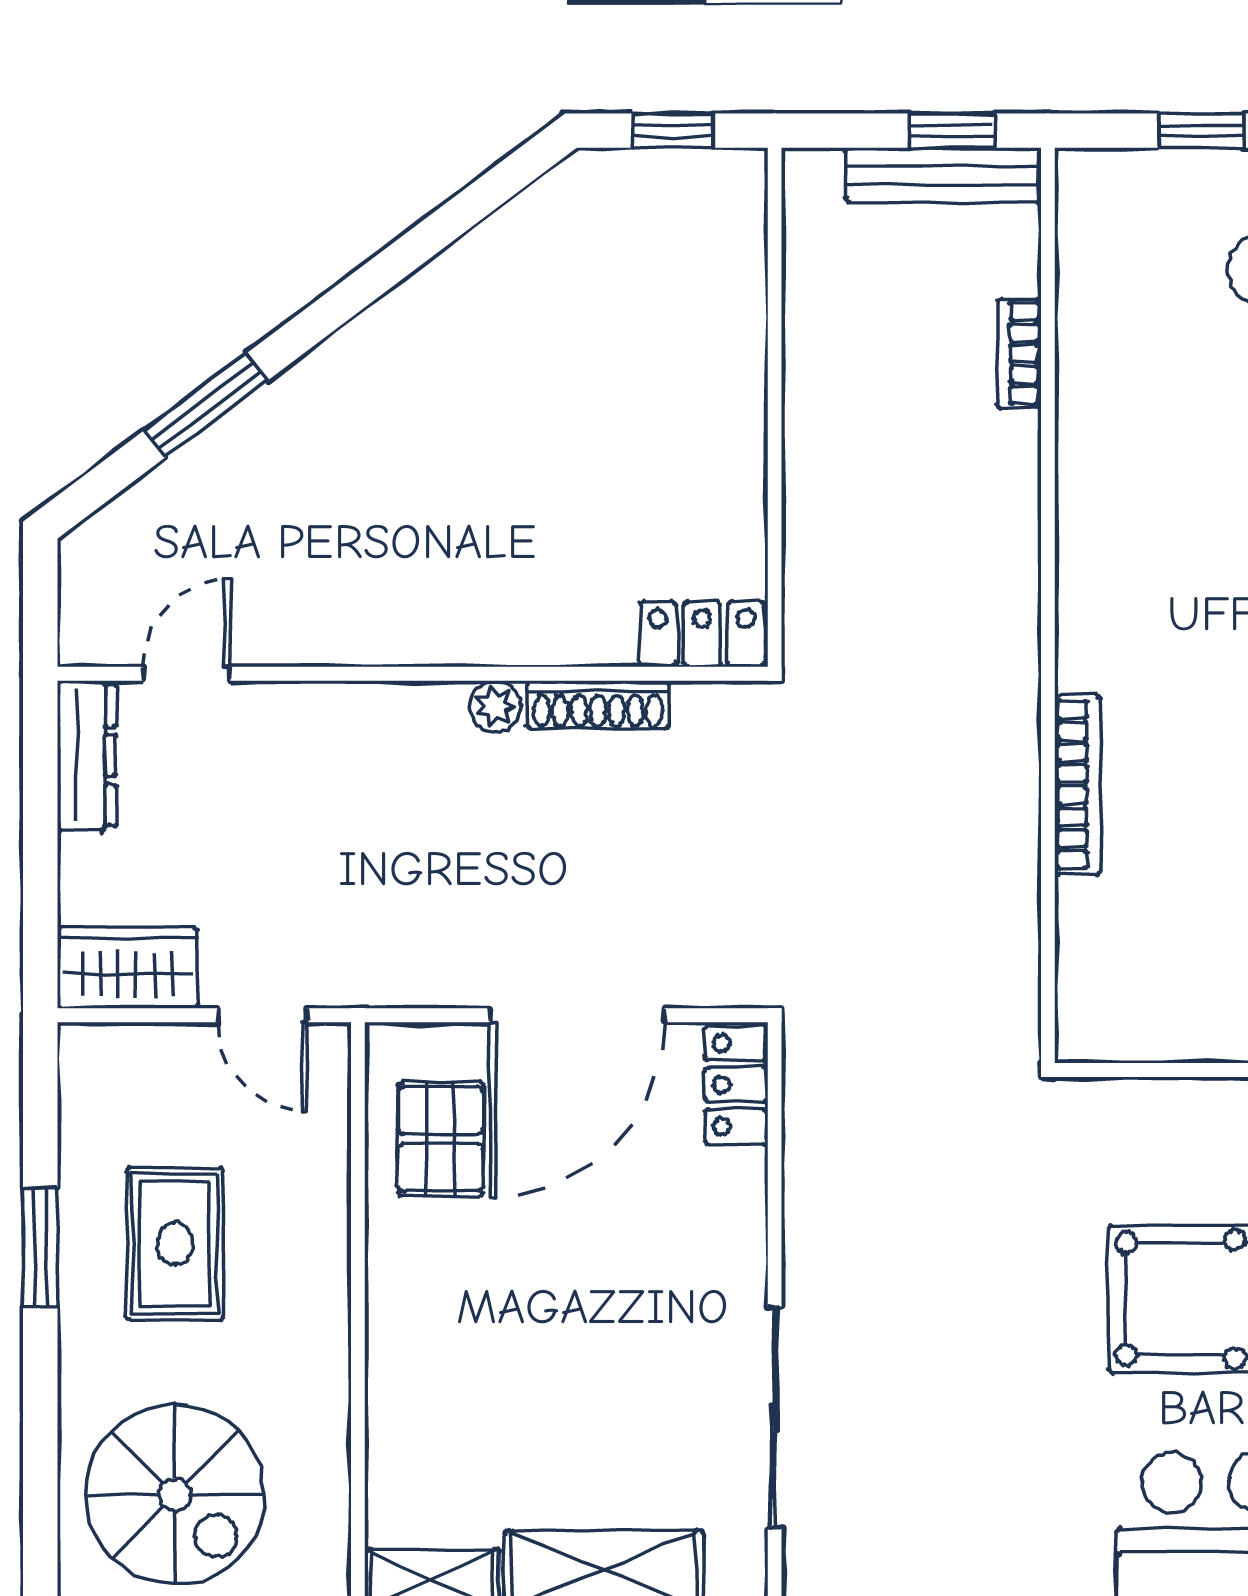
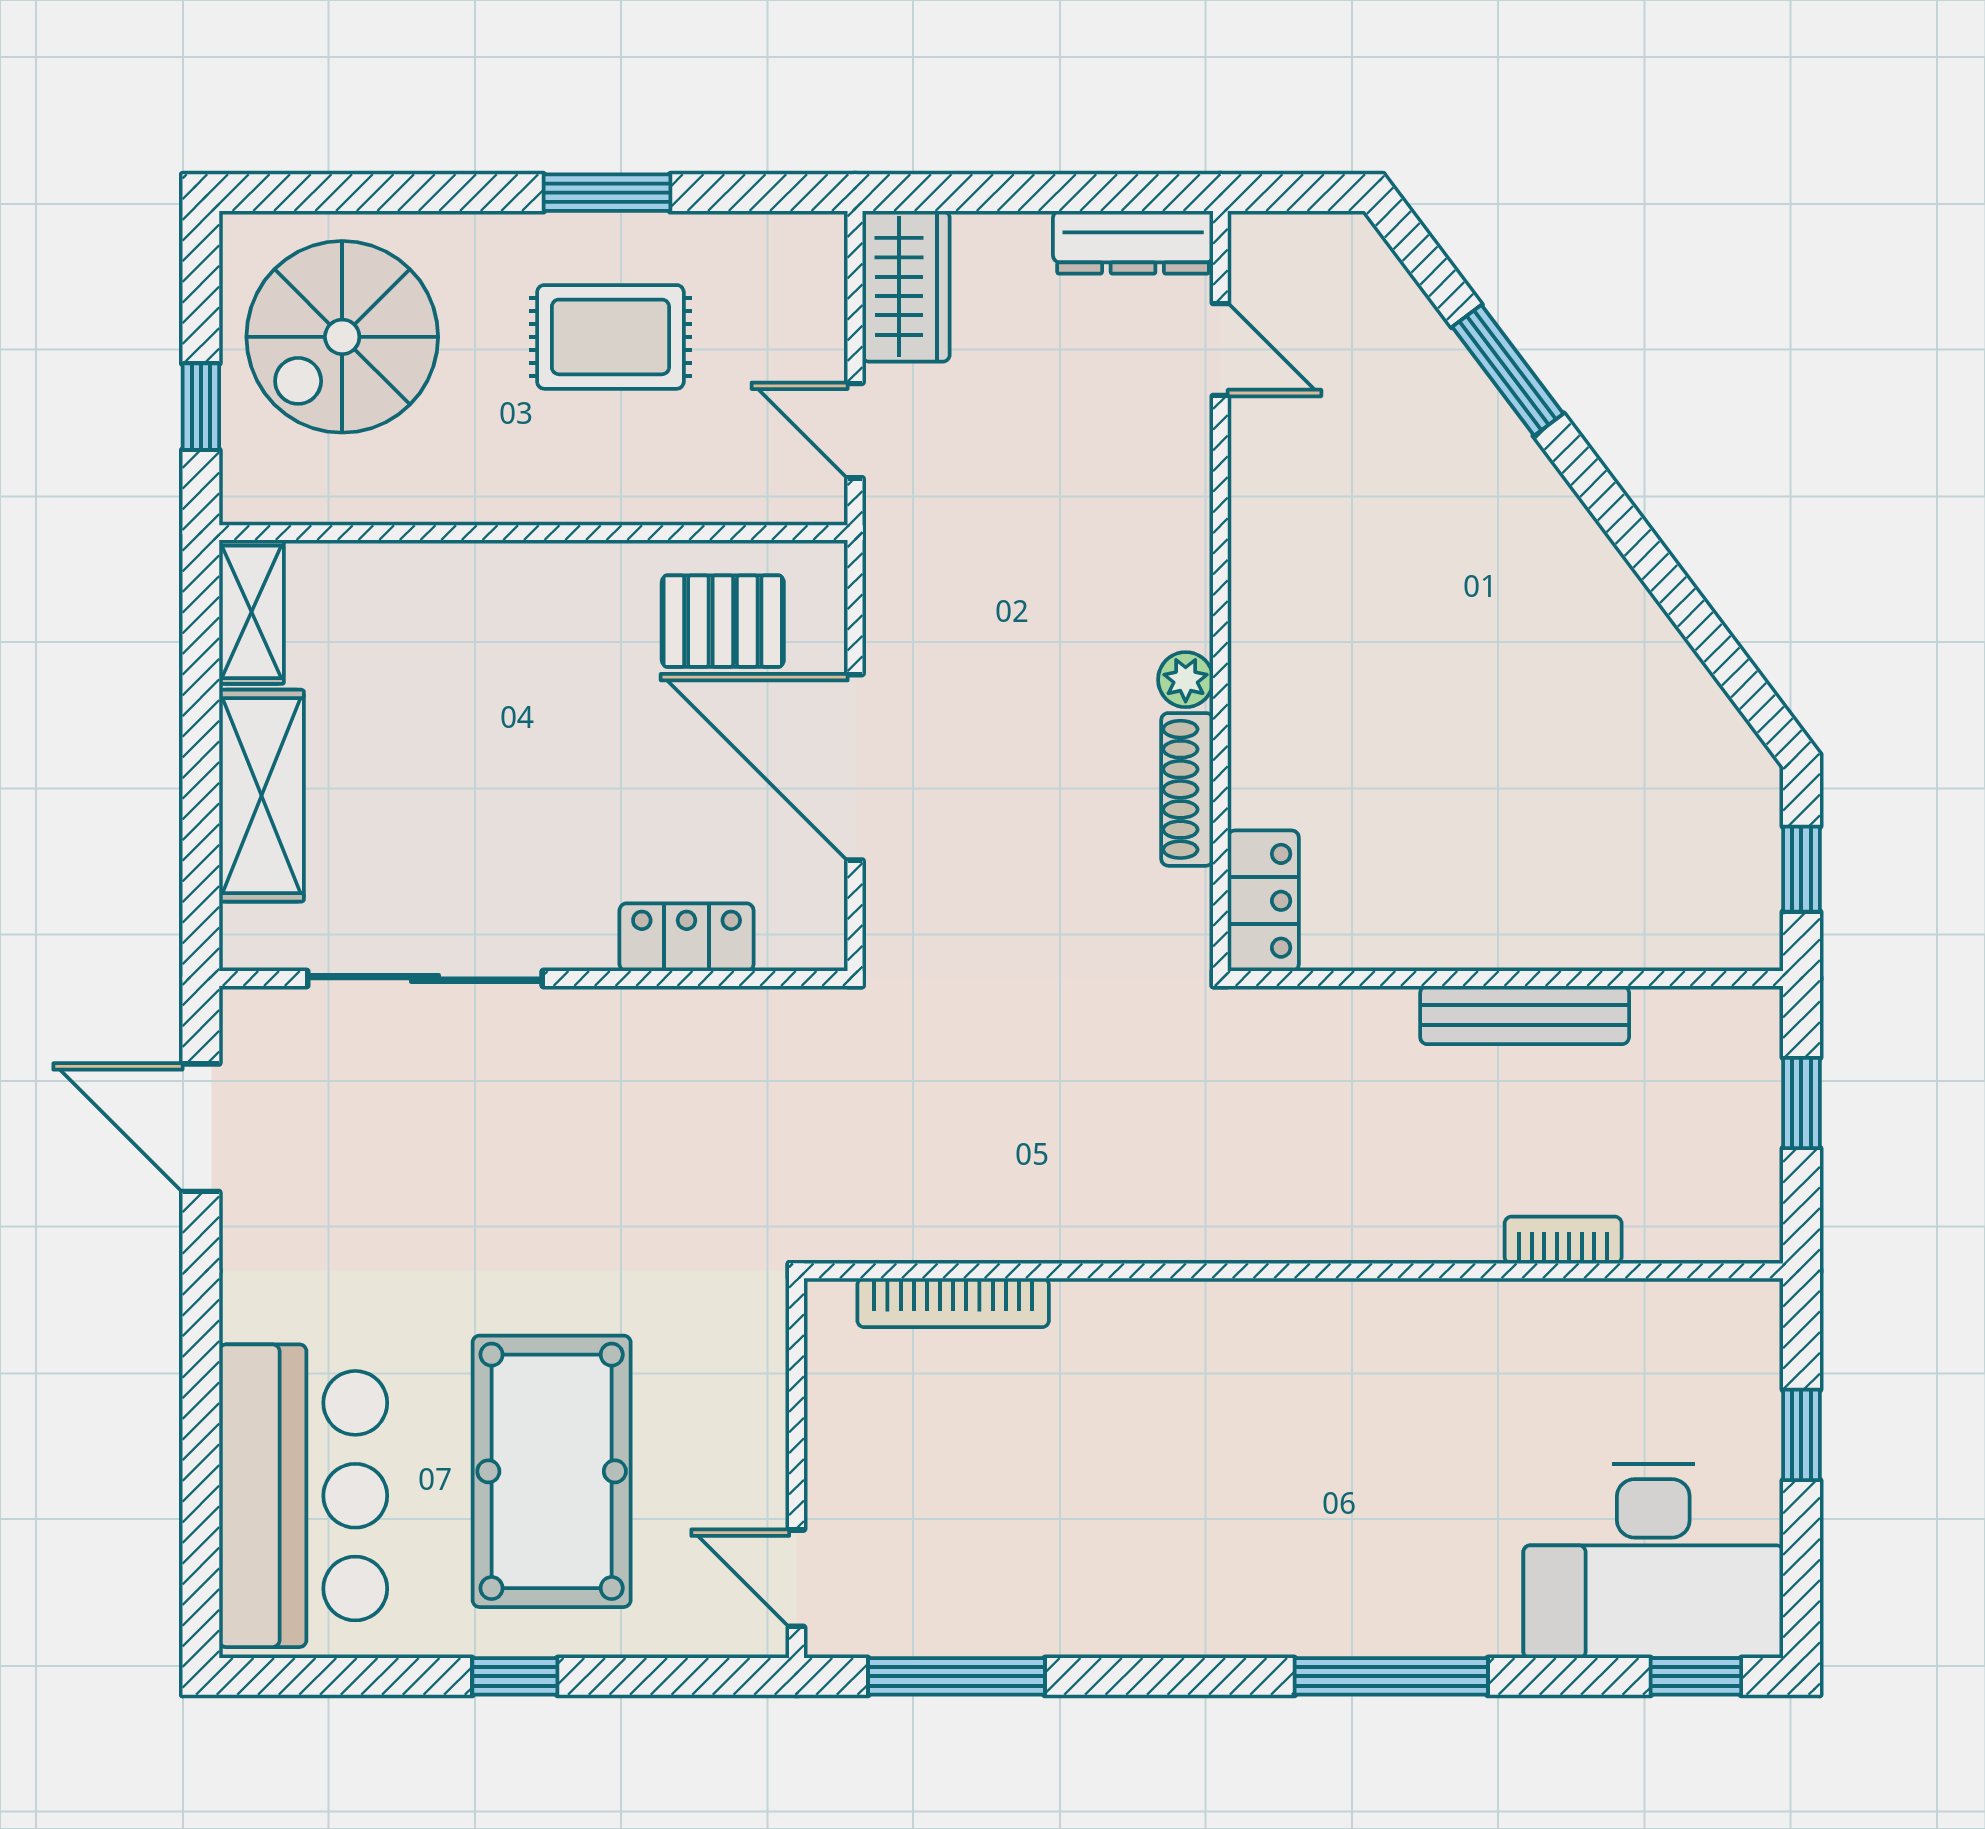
window: (952, 131) -> (1801, 1103), moved
bench: (943, 175) -> (1525, 1015), moved, turned 90
bookcase: (1078, 785) -> (953, 1303), moved
door: (262, 1015) -> (855, 431), hinge flipped
locker: (736, 1085) -> (687, 937), moved

